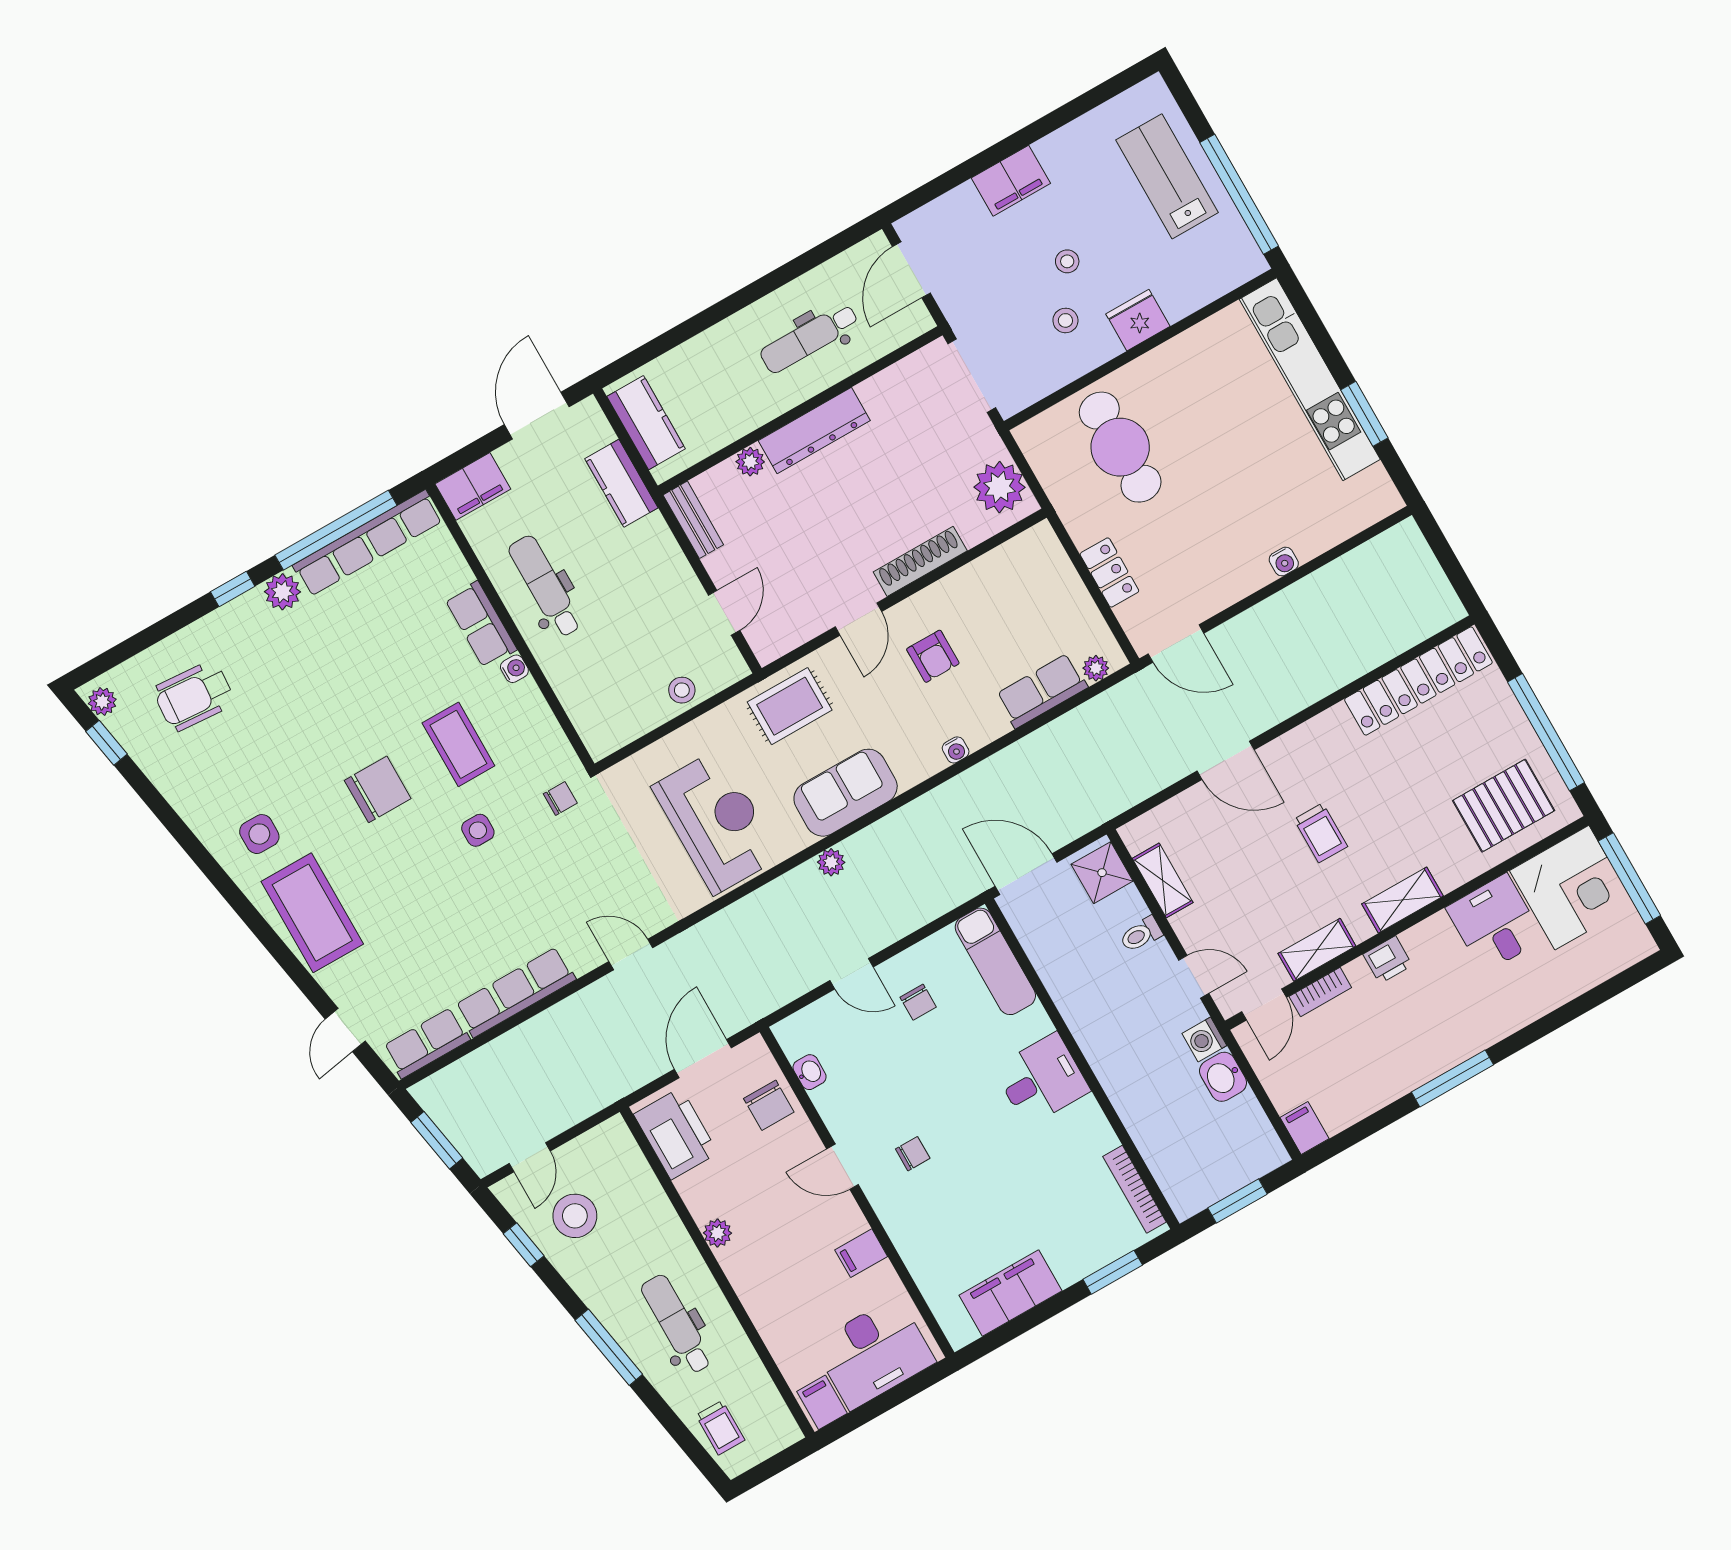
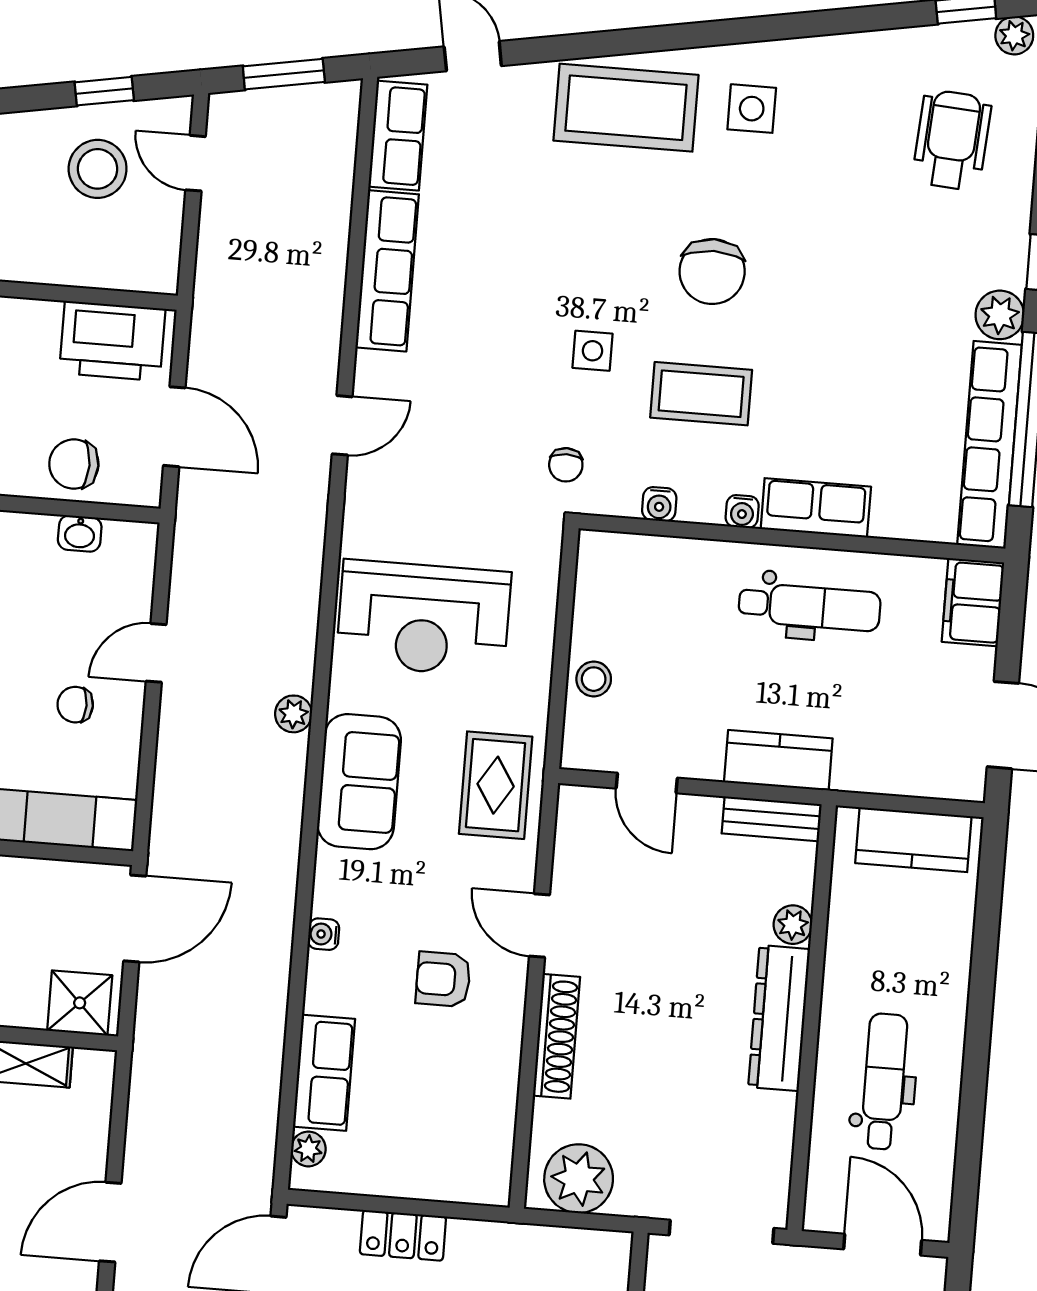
kitchen counter: (621, 483) -> (778, 760), moved
water cooler: (545, 724) -> (659, 504), added

